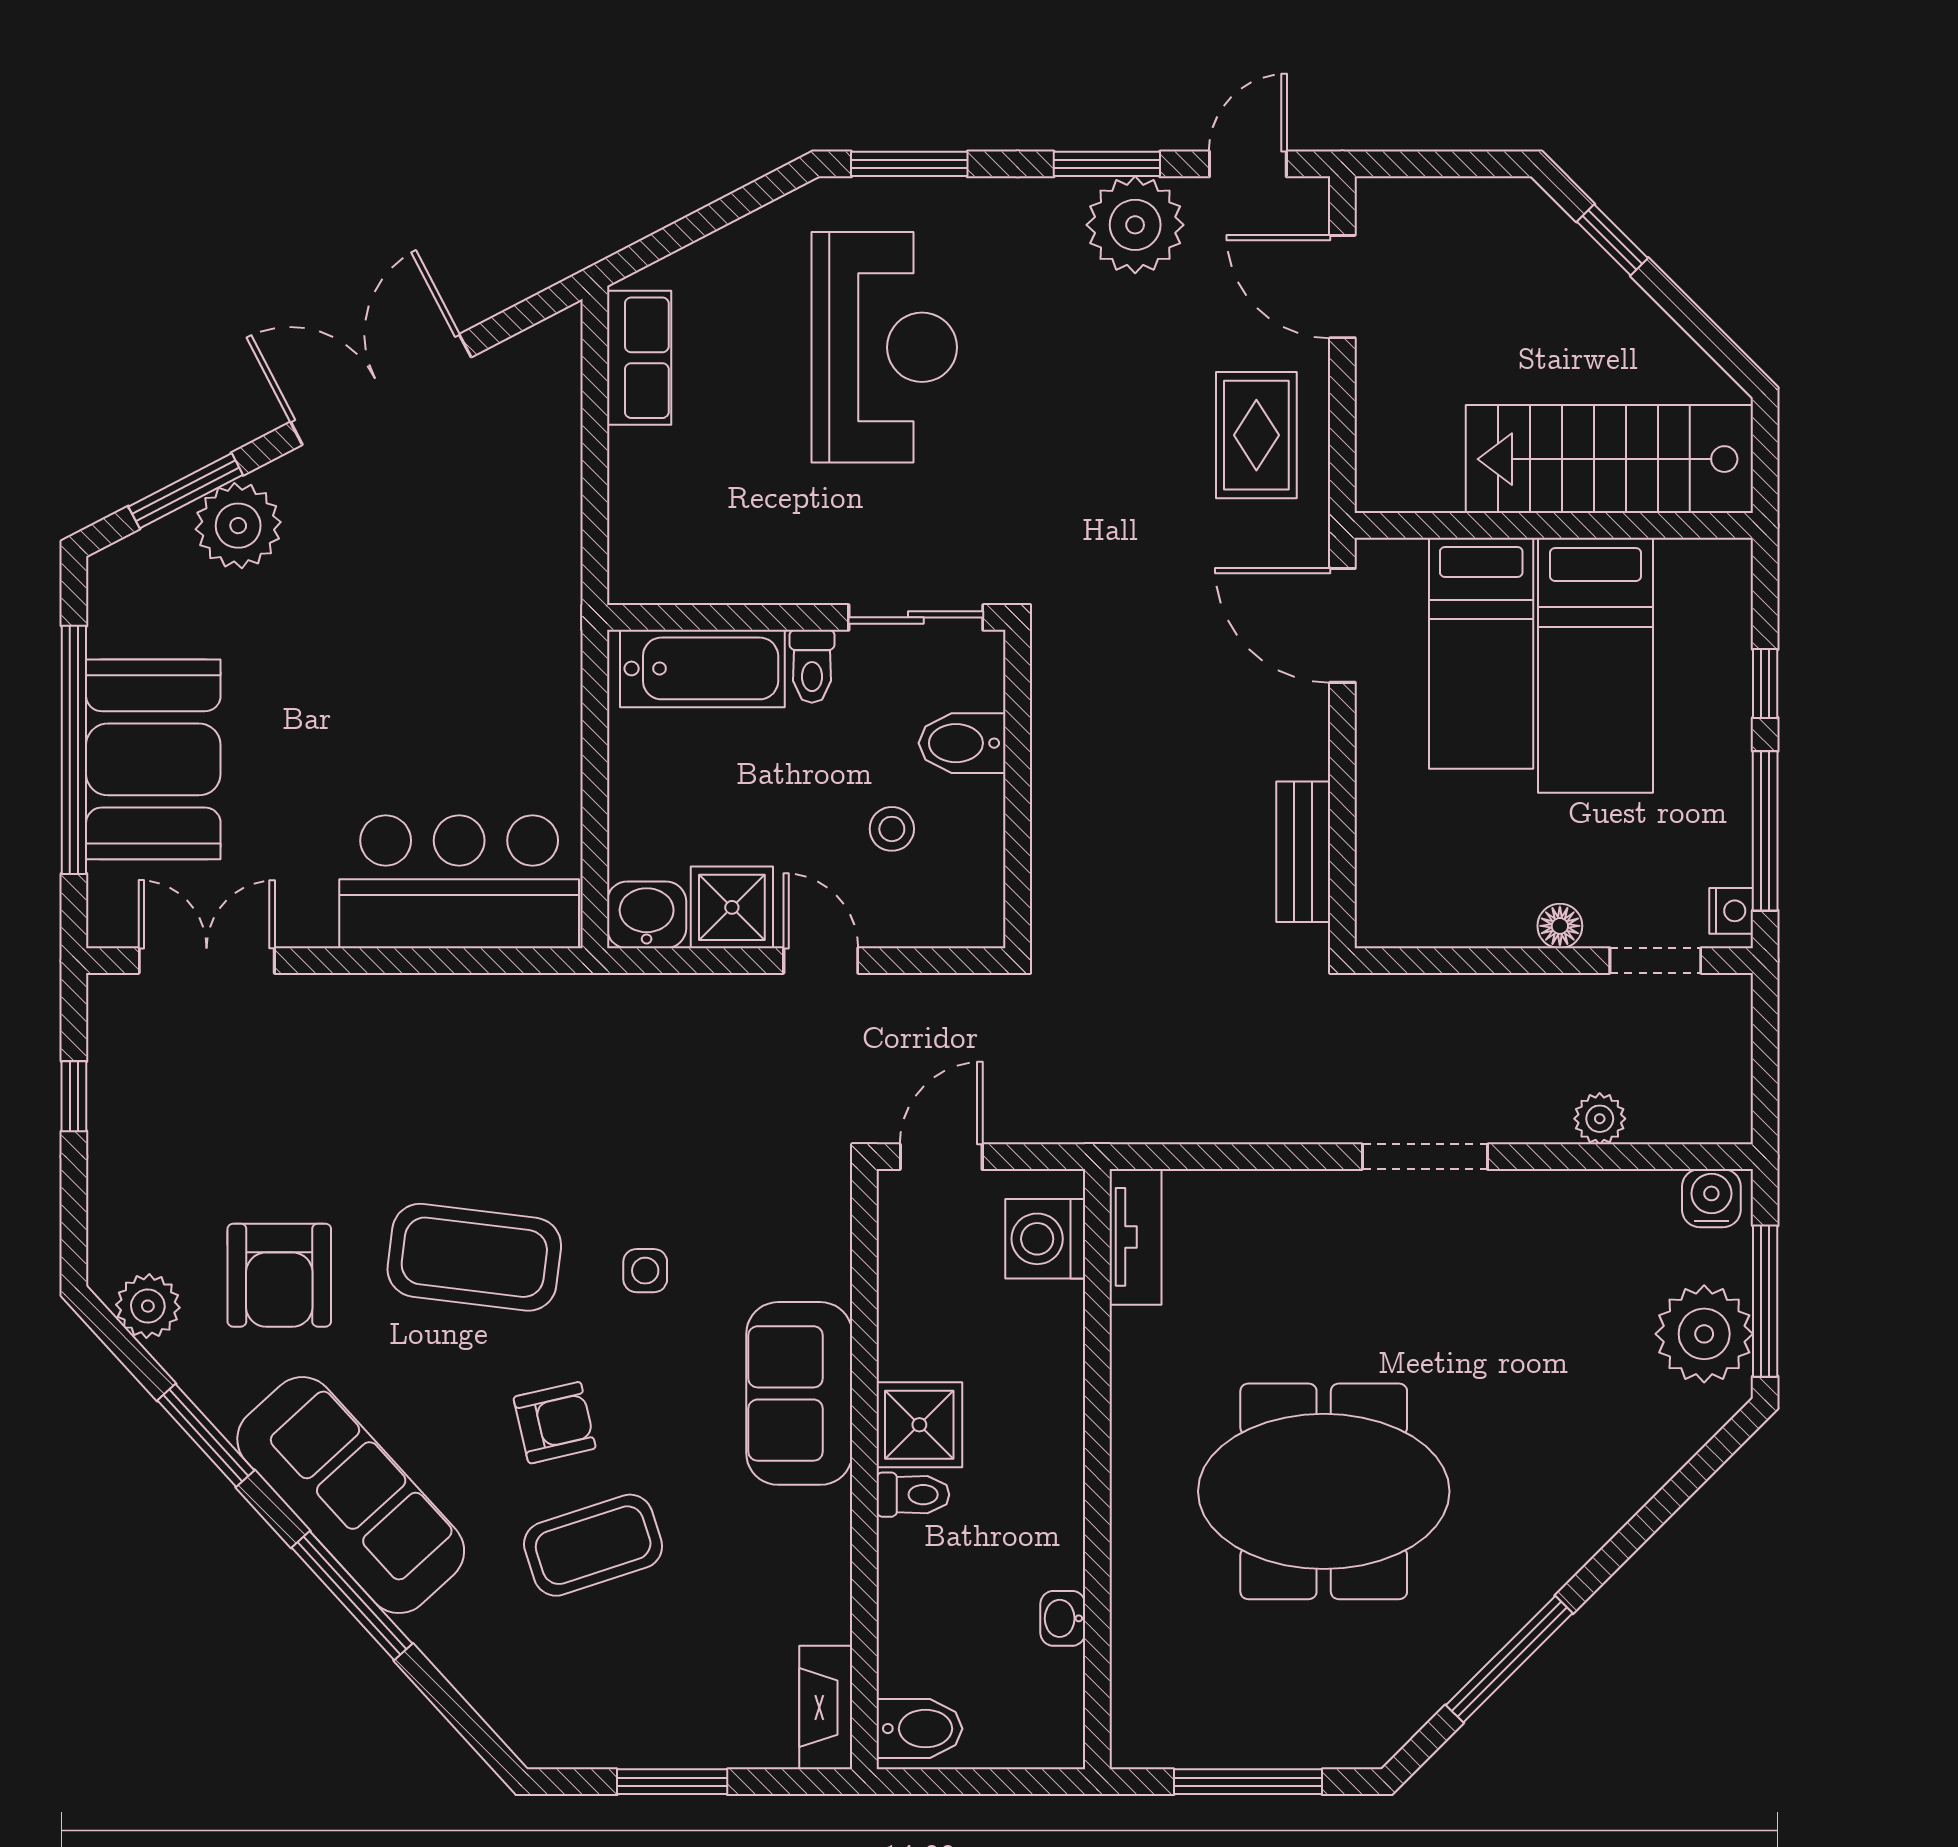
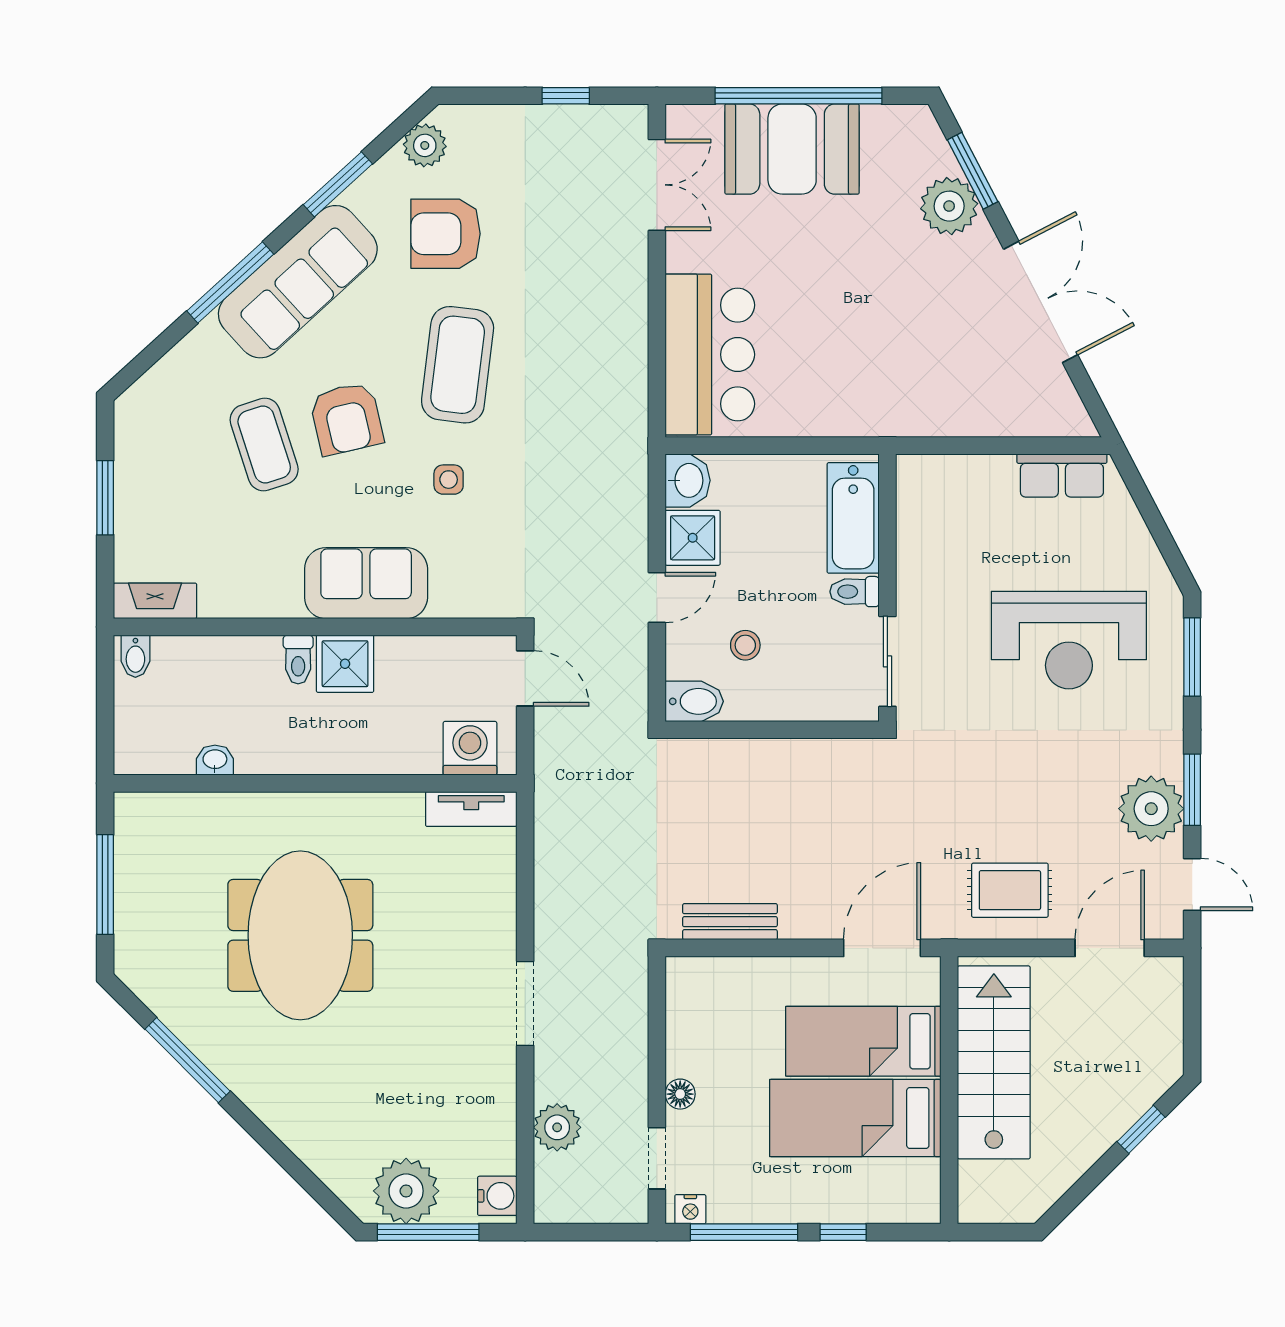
stairs: (1609, 459) -> (994, 1062), moved
bidet: (962, 743) -> (694, 701), moved, turned 90
plant: (1600, 1119) -> (557, 1127), width x1.38, depth x1.38
armchair: (555, 1423) -> (346, 419), width x1.38, depth x1.38
bidet: (920, 1729) -> (135, 656), width x0.72, depth x0.74

